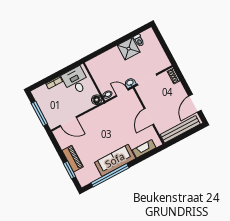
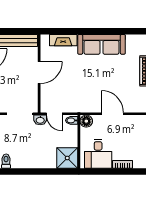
shower: (129, 49) -> (67, 158), moved
door: (68, 122) -> (112, 114), moved
window: (110, 175) -> (116, 31), removed

